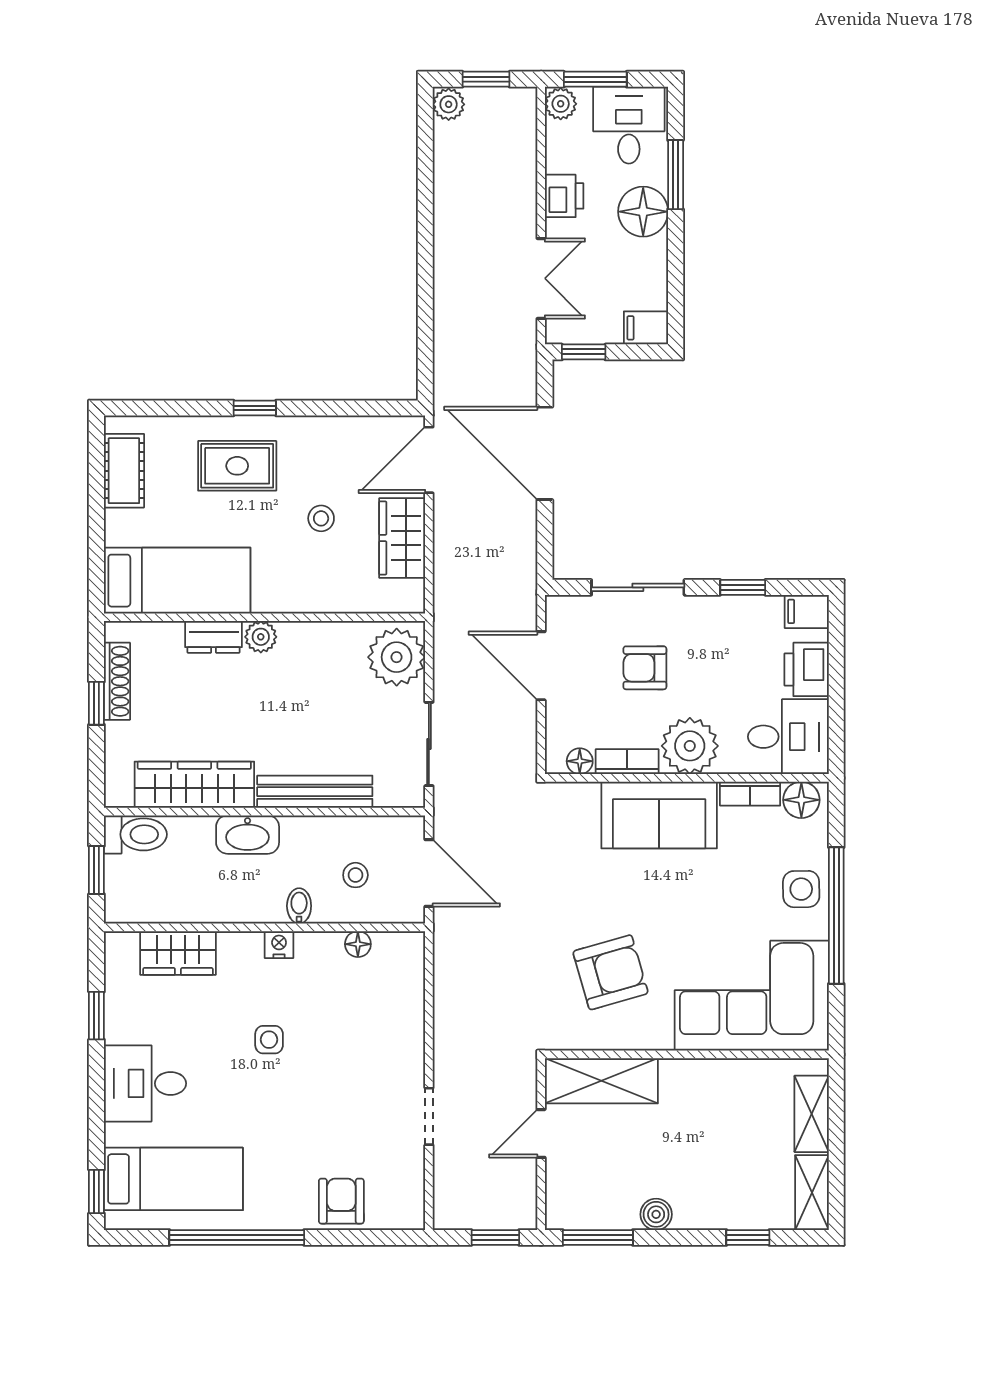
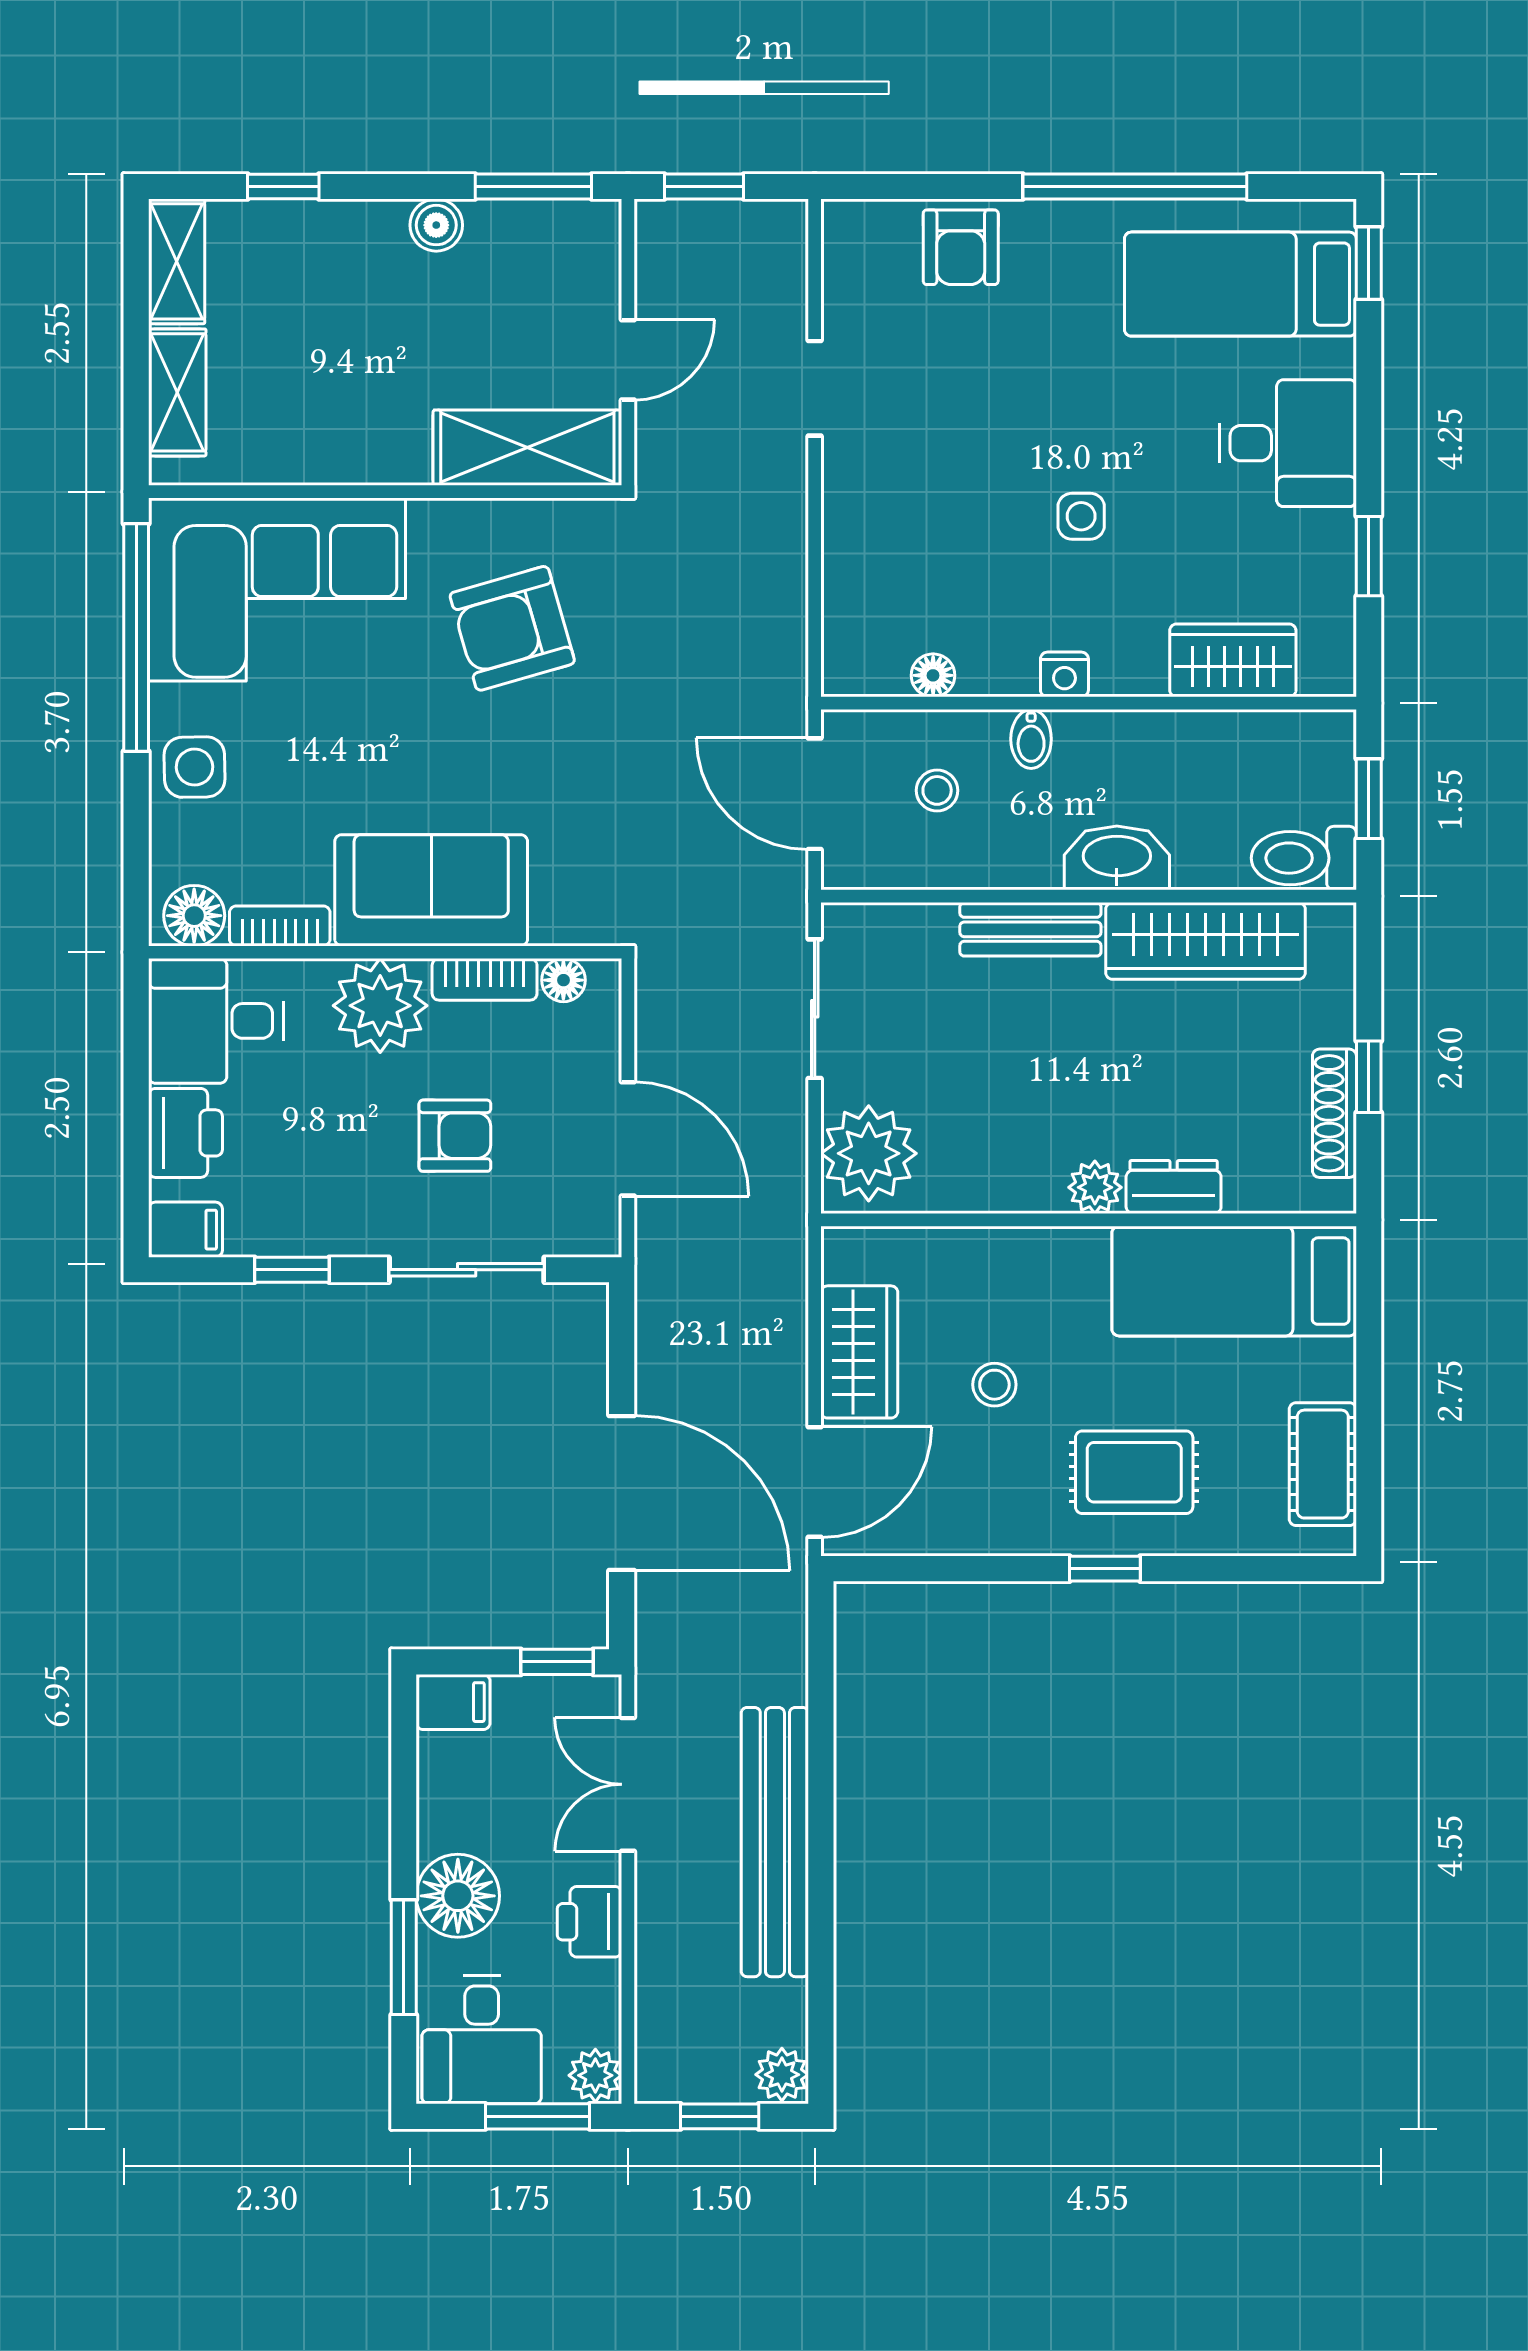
bench: (453, 244) -> (775, 1842), added
bench: (315, 792) -> (1030, 929), width x0.73
window: (836, 916) -> (136, 638), moved

